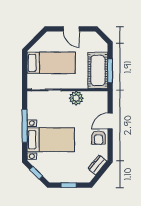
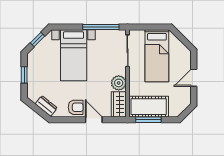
wardrobe: (96, 98) -> (119, 104), added
window: (25, 126) -> (101, 27), moved
armchair: (99, 138) -> (76, 107), turned 180

